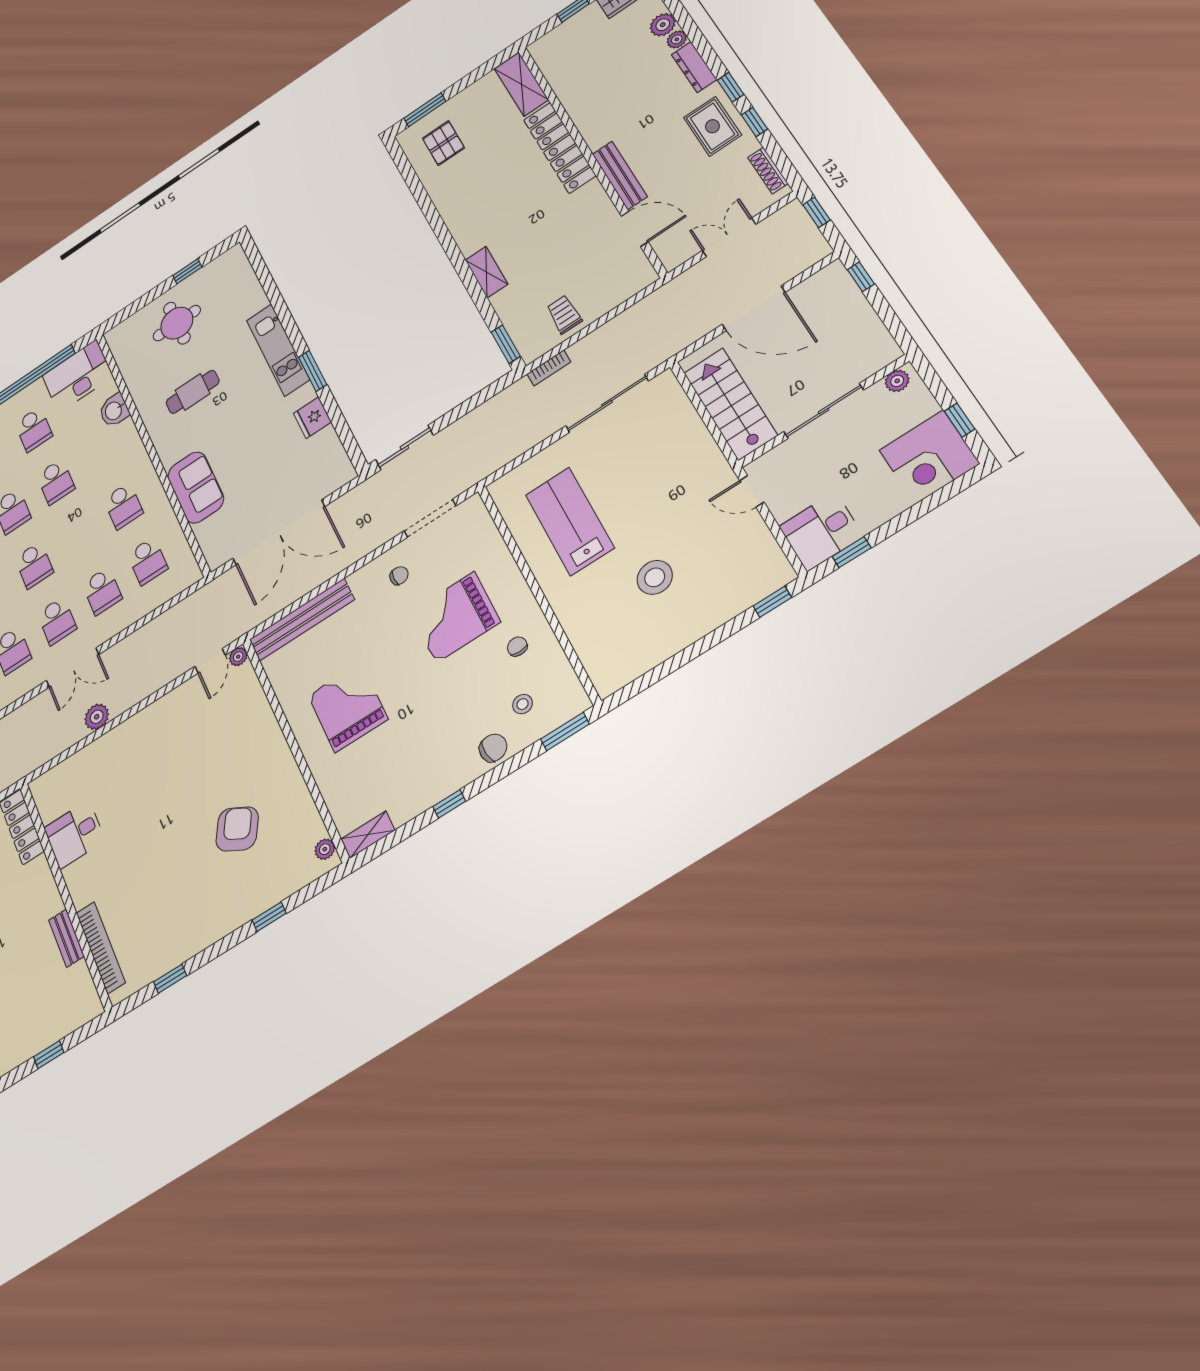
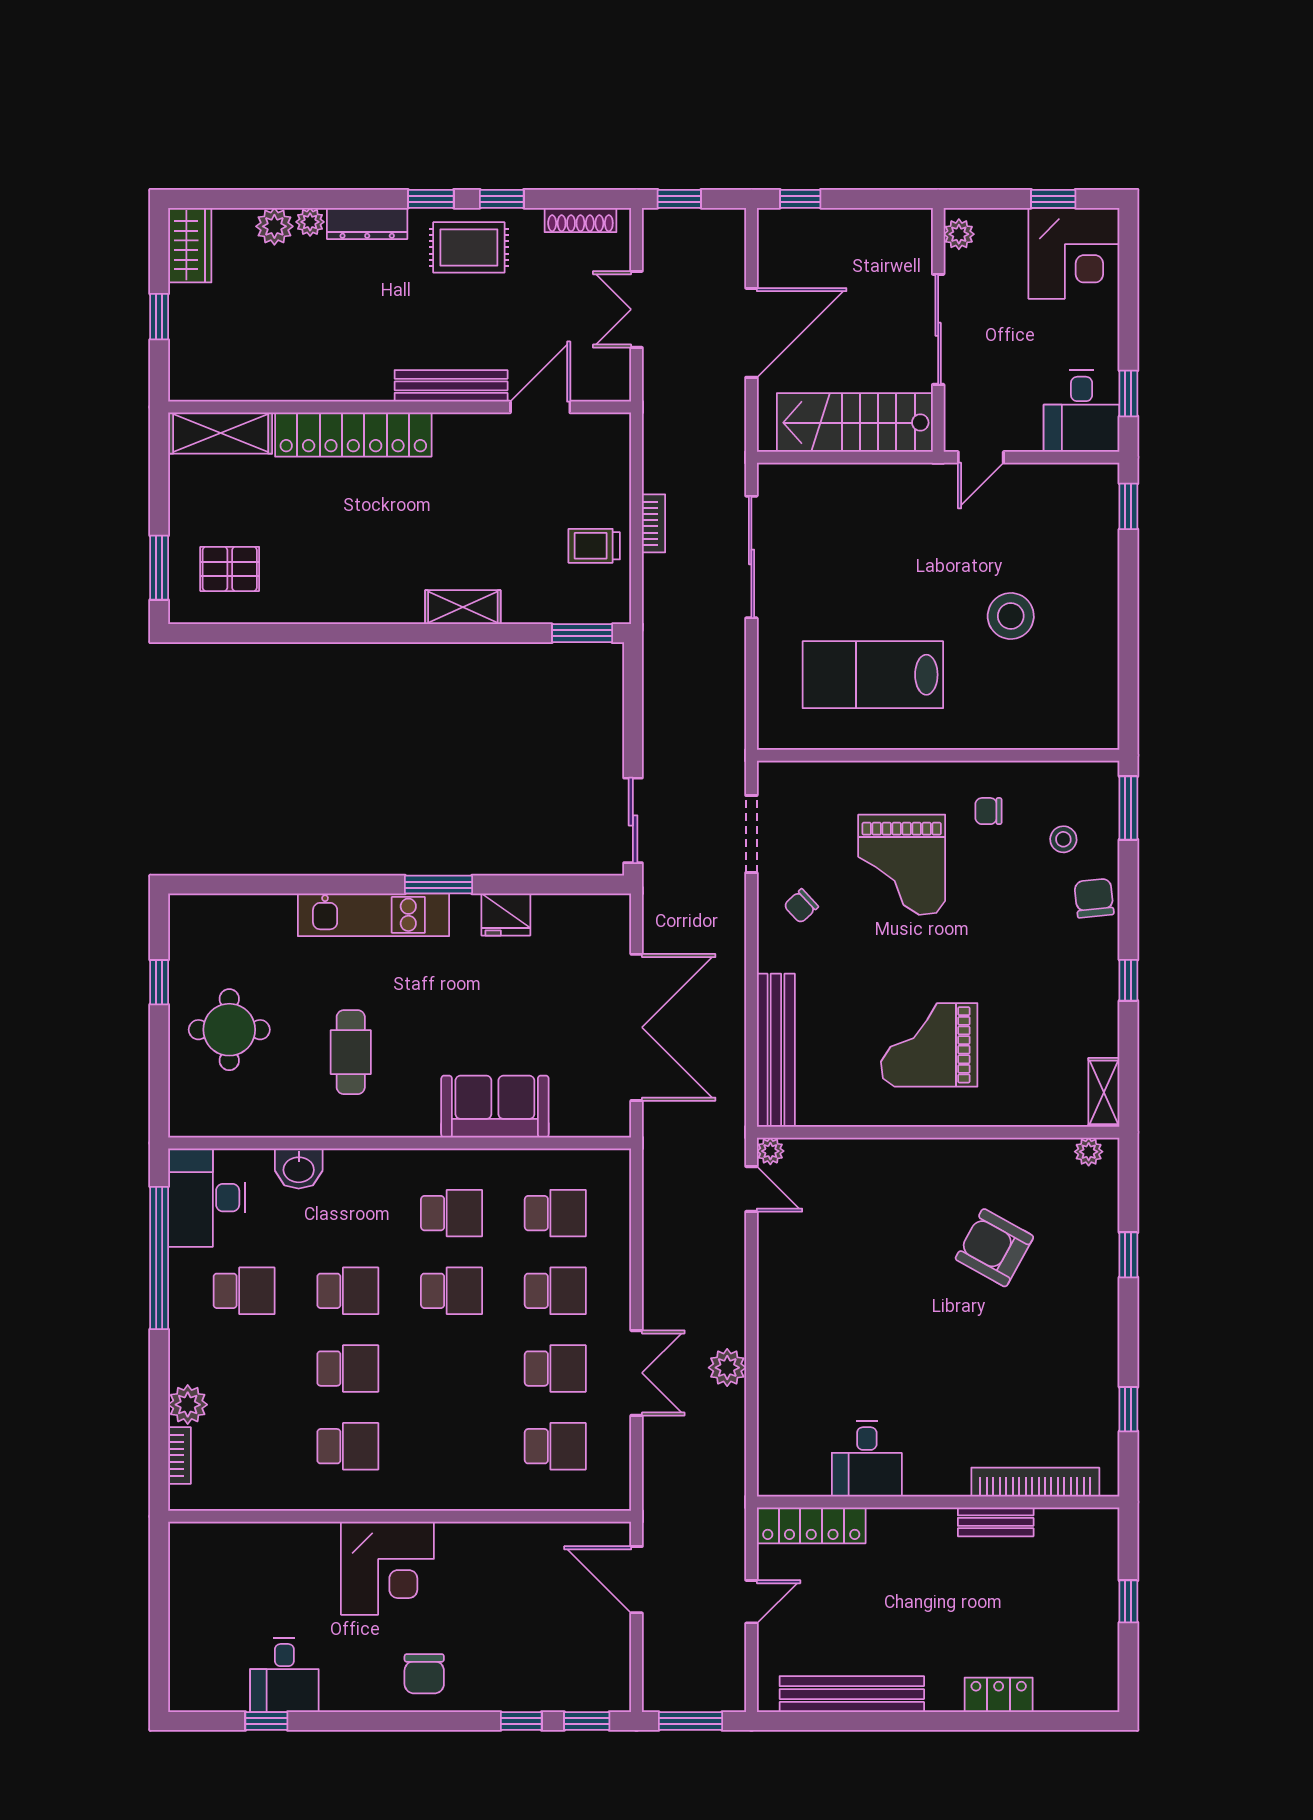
bookcase: (549, 368) -> (654, 523), moved
school desk: (34, 565) -> (452, 1291), moved
chair: (399, 576) -> (801, 906), turned -133

